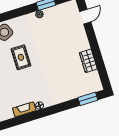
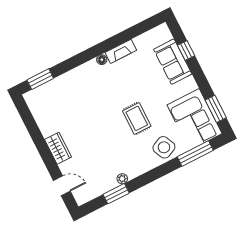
door: (85, 17) -> (62, 186), swing flipped
wardrobe: (88, 61) -> (58, 148), moved

